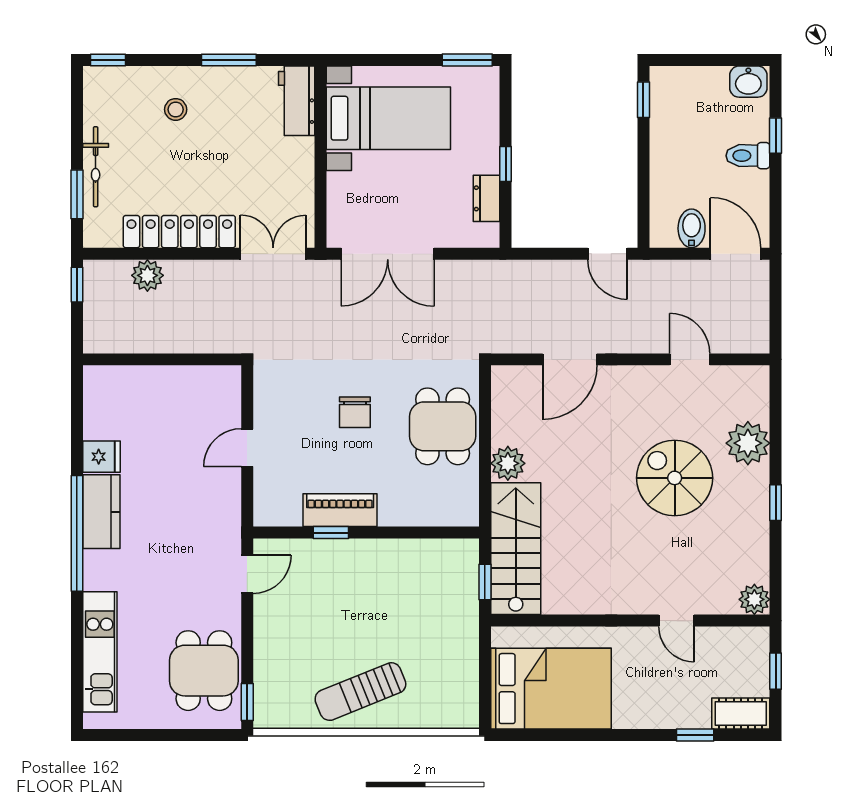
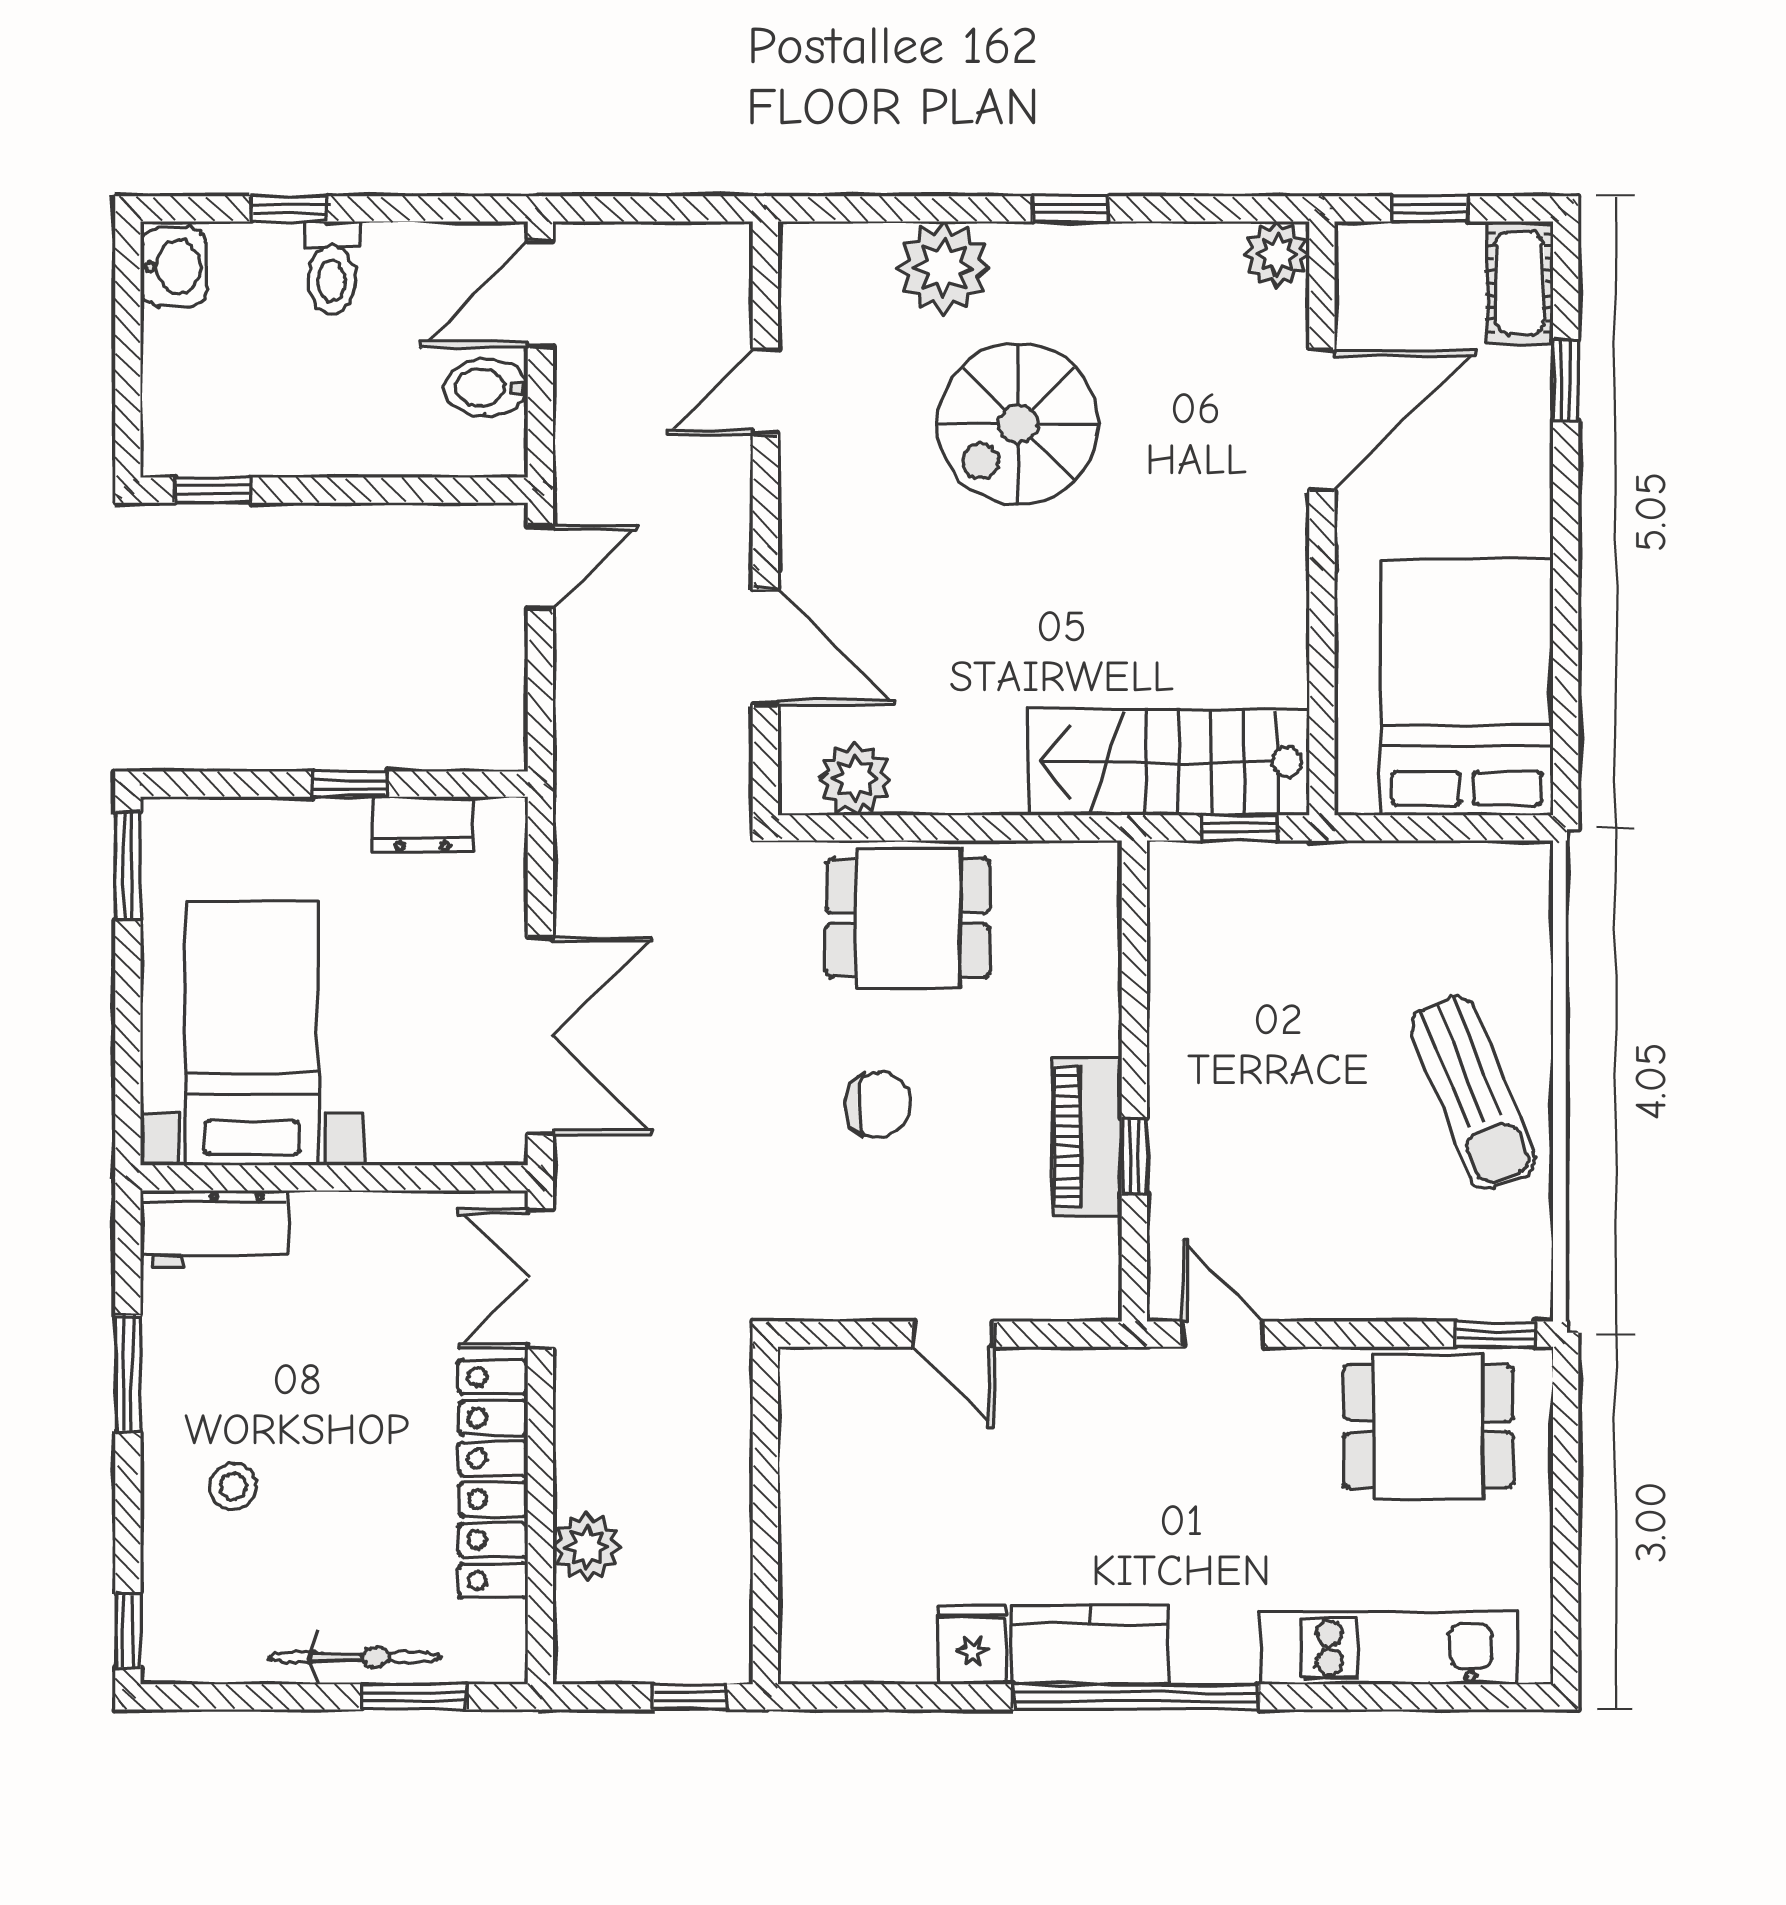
window: (77, 285) -> (690, 1697), moved
plant: (508, 463) -> (855, 779), moved
door: (676, 621) -> (1322, 420), width x1.88

